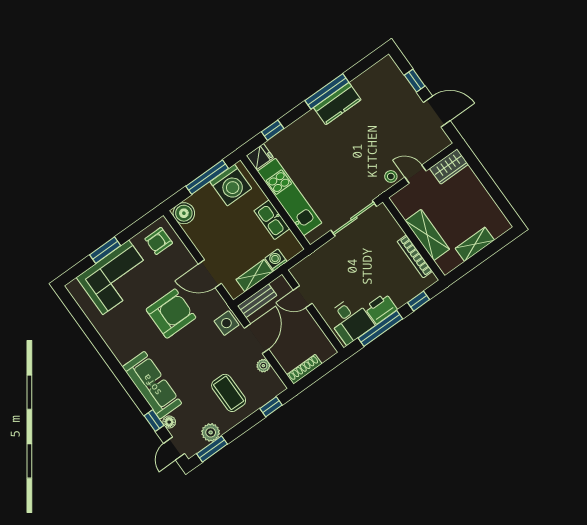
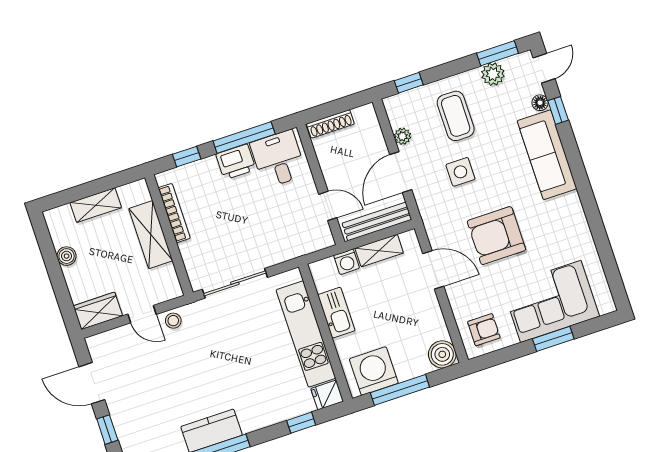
boiler: (485, 200) -> (67, 256), added
bench: (257, 301) -> (377, 221), width x1.36
side table: (226, 323) -> (460, 172), moved
shoe rack: (304, 369) -> (330, 124), moved

